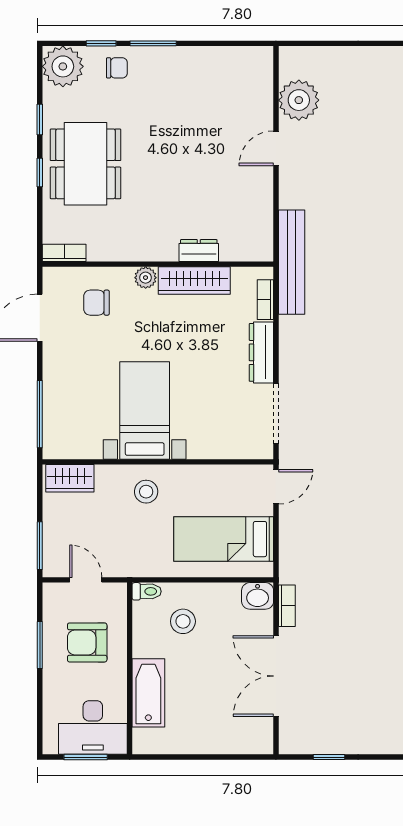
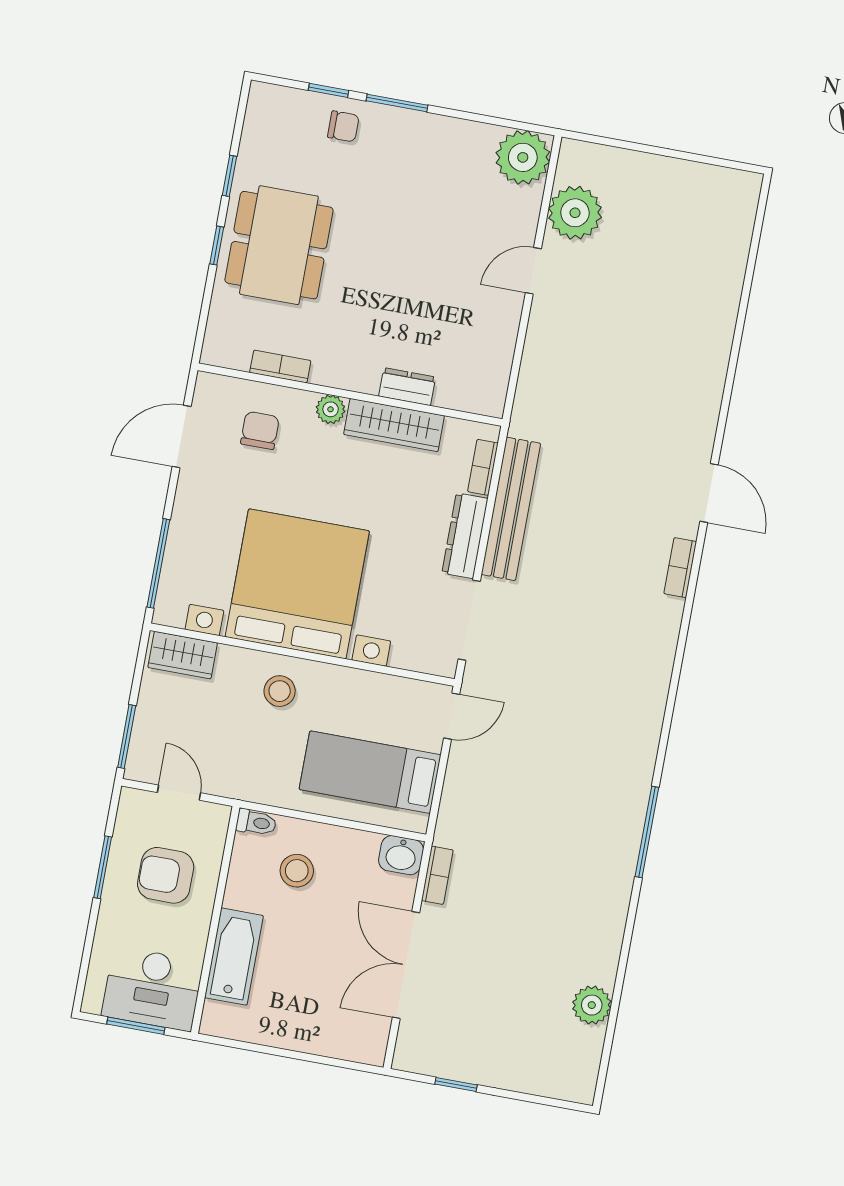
plant: (63, 66) -> (523, 157), moved
bookcase: (64, 253) -> (280, 367), moved
bench: (292, 262) -> (511, 509), moved
chair: (96, 303) -> (260, 430), turned 90
bed with nightstands: (145, 410) -> (297, 584), width x1.85

